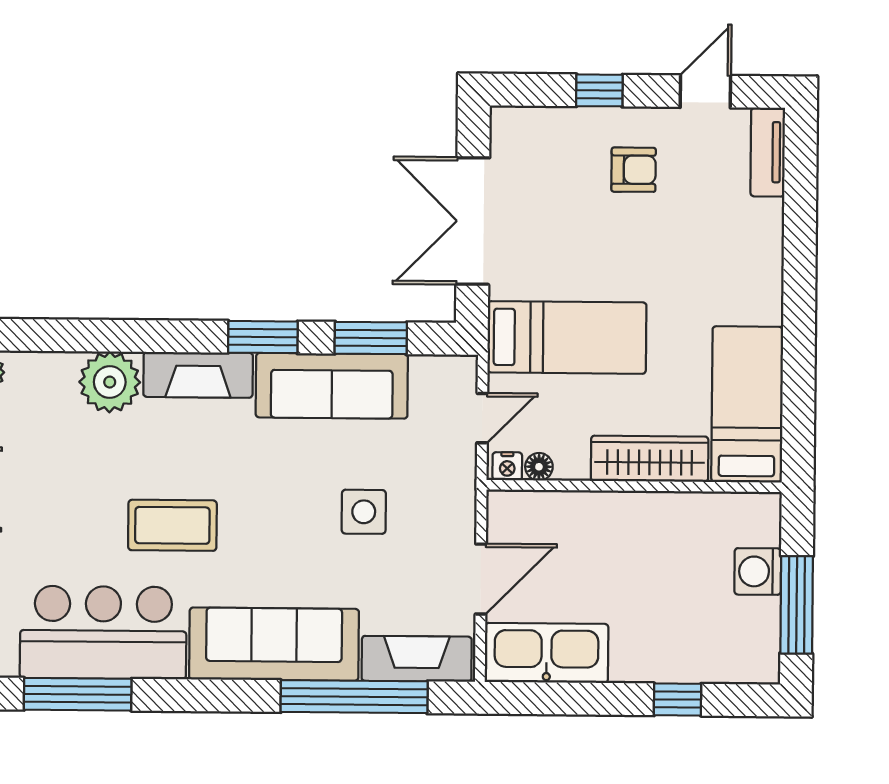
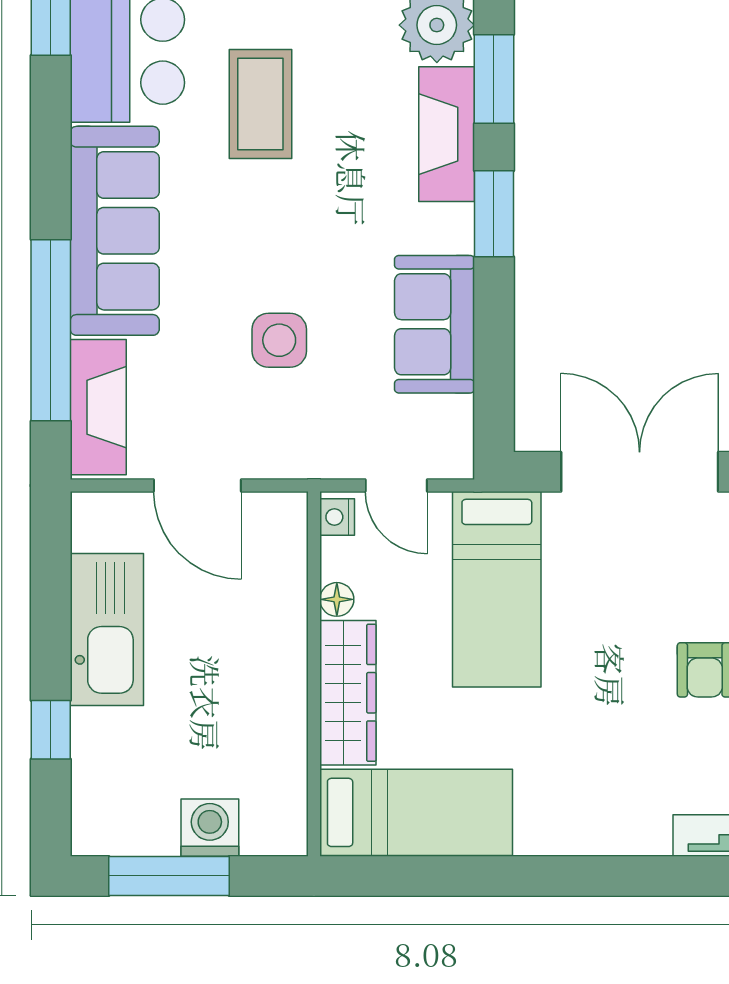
window: (371, 338) -> (494, 79), moved
sofa: (332, 386) -> (435, 324), width x0.73
floor lamp: (539, 467) -> (337, 599), moved
kitchen sink: (546, 653) -> (107, 629), moved

